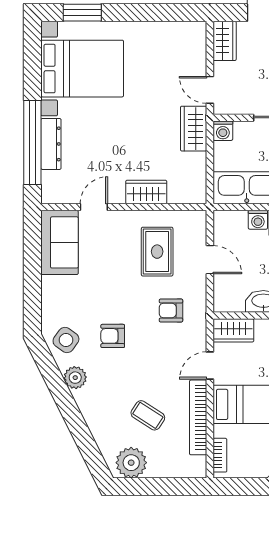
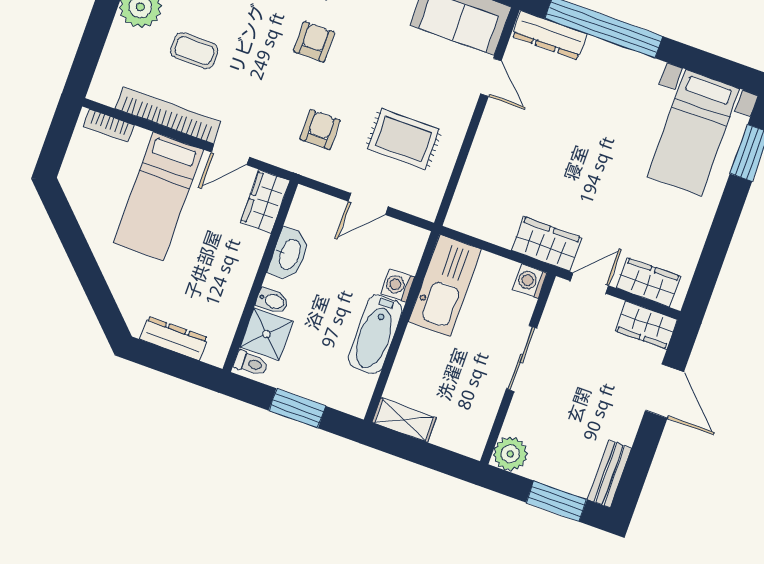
bed with nightstands: (82, 69) -> (693, 133), width x0.73
dresser: (51, 144) -> (549, 35), moved
wardrobe: (146, 192) -> (648, 282), moved, turned -90
door: (210, 365) -> (230, 155), swing flipped
coffee table: (148, 415) -> (194, 51), turned 57

